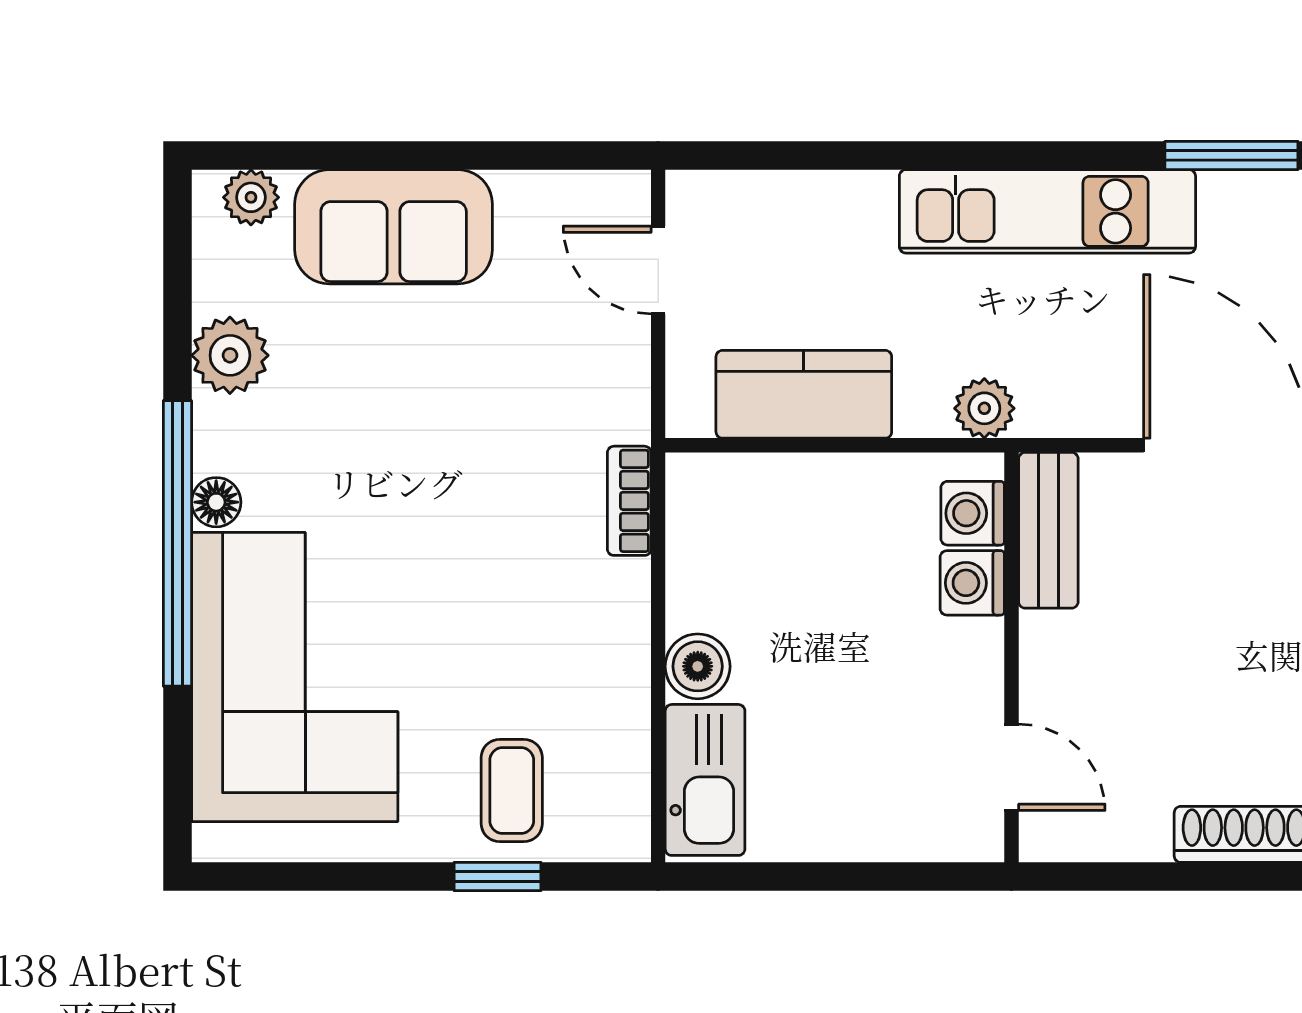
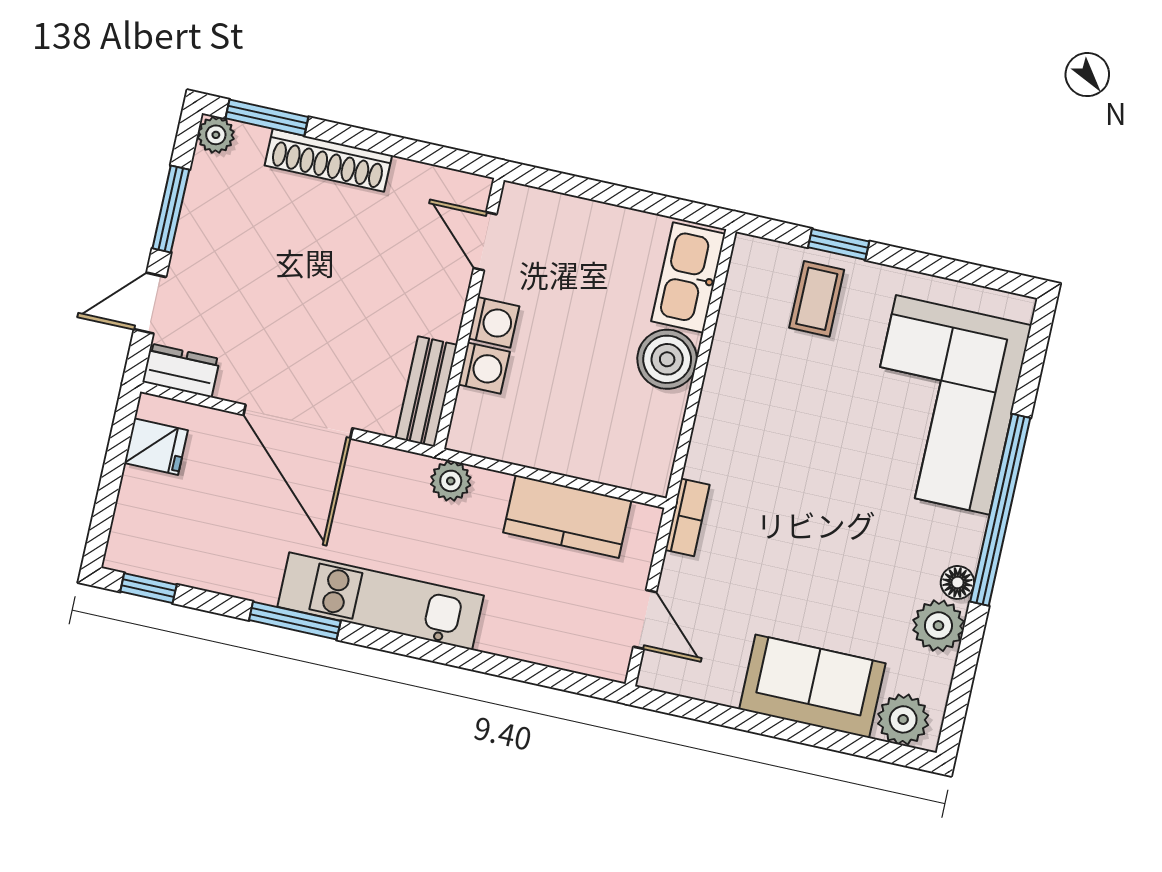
window: (1231, 155) -> (295, 621), moved
plant: (251, 197) -> (903, 719), width x1.38, depth x1.38
bookcase: (629, 501) -> (687, 517), moved
floor lamp: (216, 502) -> (957, 582), moved
washing machine: (973, 513) -> (494, 322), moved
boiler: (698, 666) -> (667, 359), width x1.36, depth x1.36

